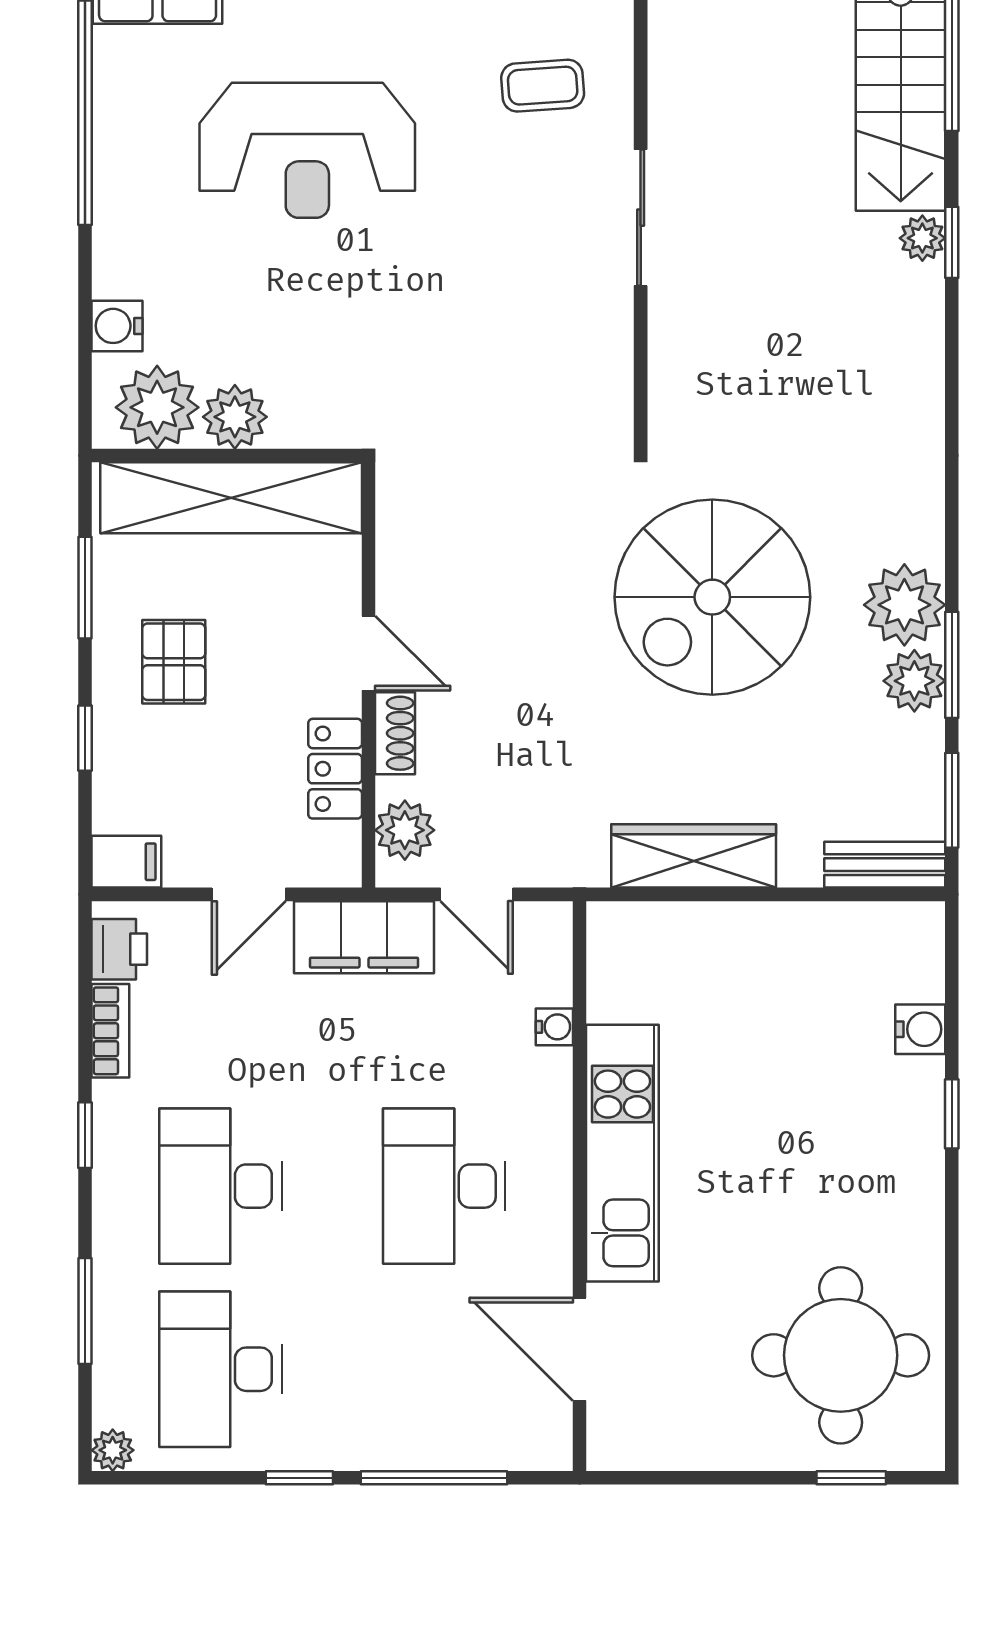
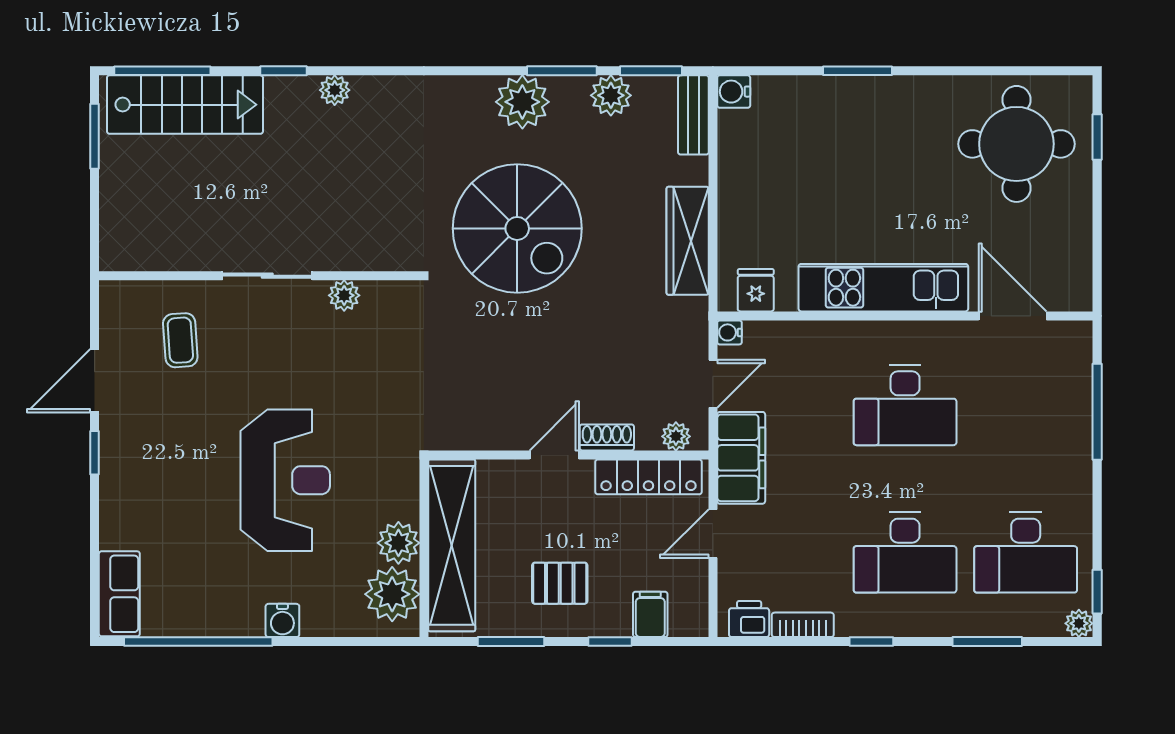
reception desk: (307, 150) -> (285, 480), moved
plant: (922, 238) -> (335, 90), moved
water cooler: (117, 326) -> (282, 620), moved
plant: (611, 334) -> (344, 295), added
plant: (914, 681) -> (611, 95), moved
locker: (335, 769) -> (648, 477), width x1.53
plant: (405, 830) -> (676, 436), width x0.73, depth x0.73
filing cabinet: (126, 862) -> (650, 614), moved
door: (249, 894) -> (713, 534), swing flipped
fridge: (619, 959) -> (756, 290), added
water cooler: (554, 1027) -> (729, 332), moved, turned -90
water cooler: (920, 1029) -> (734, 92), moved, turned -90
window: (952, 1114) -> (857, 71), width x1.50
door: (580, 1349) -> (1013, 316), swing flipped
window: (299, 1478) -> (1097, 592), moved

